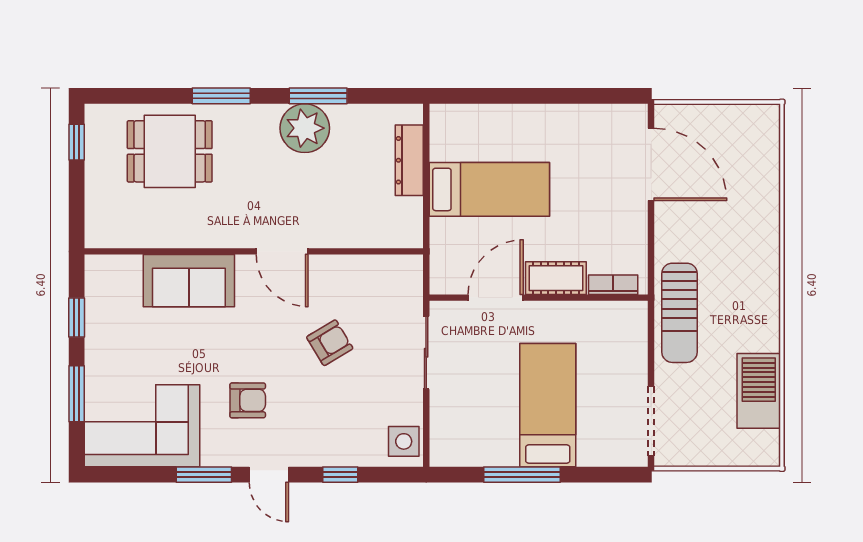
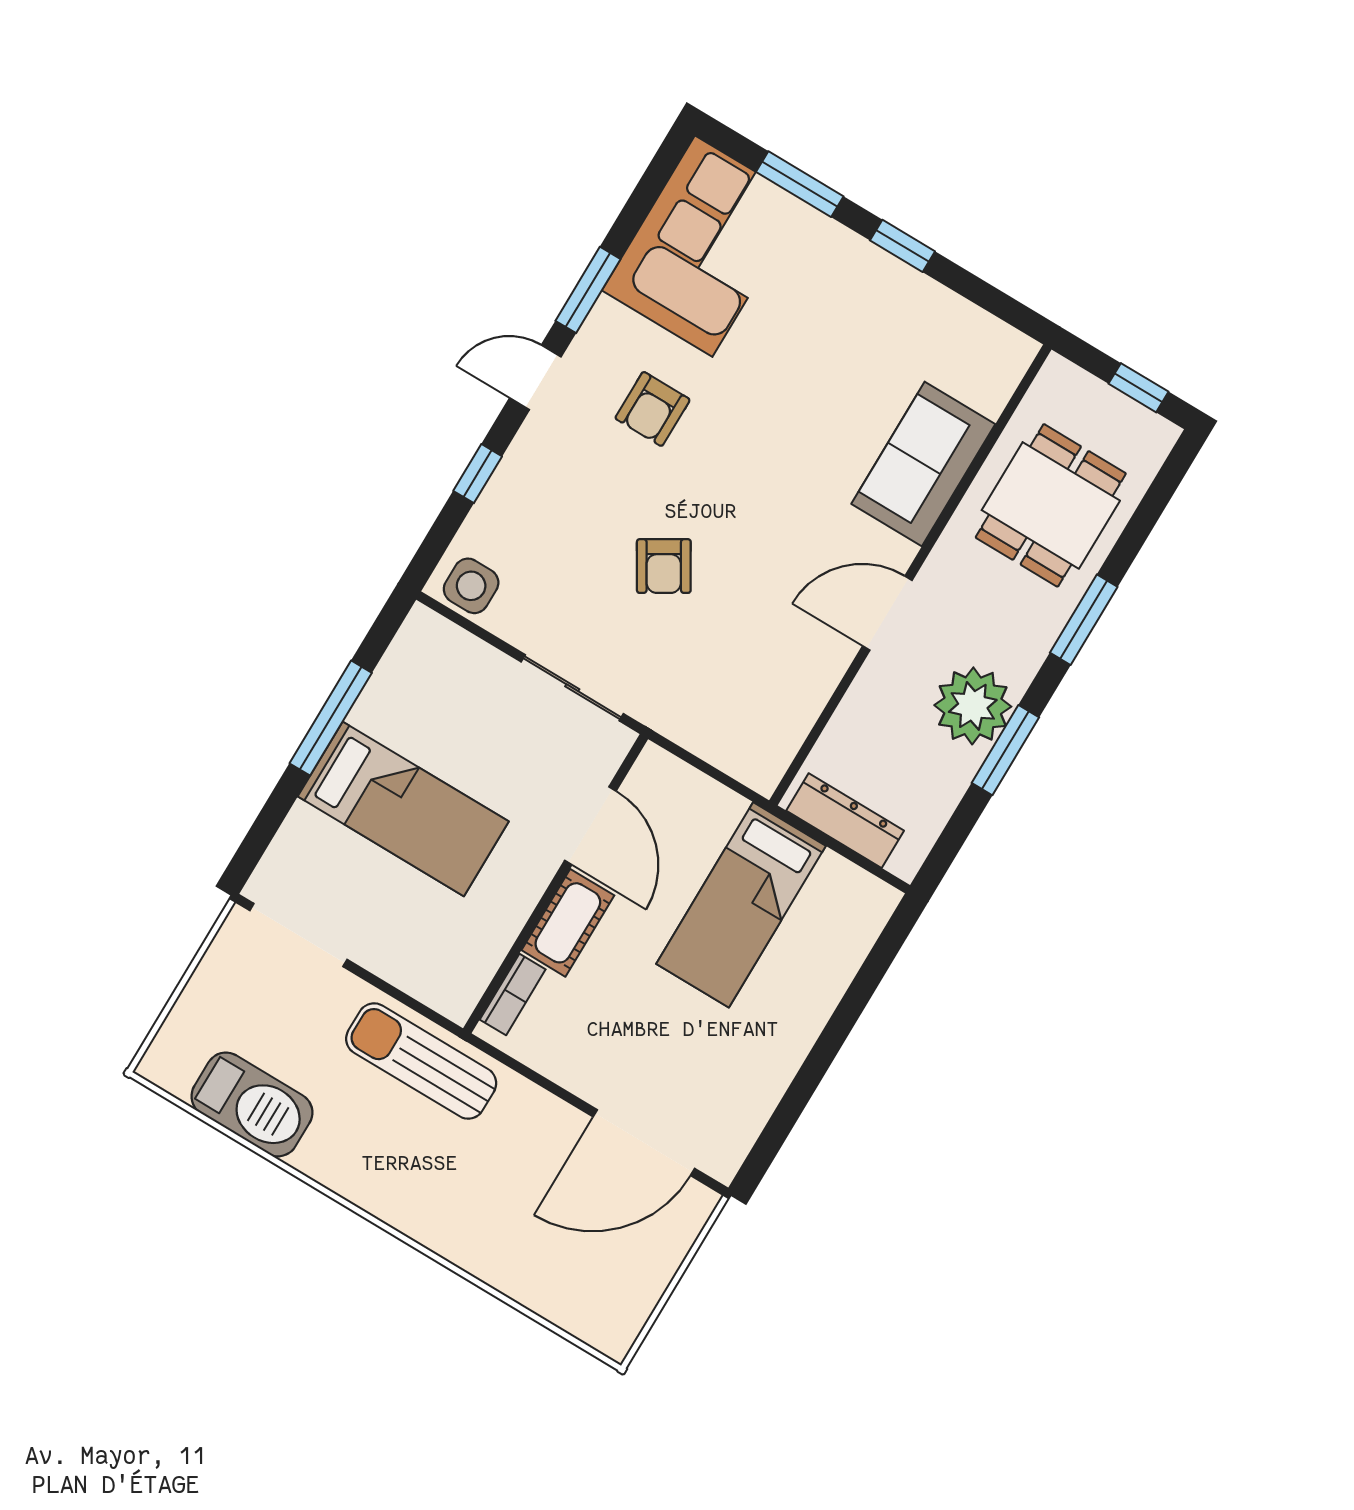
wall: (254, 251) -> (910, 575), moved
door: (282, 251) -> (887, 613), moved
sofa: (189, 281) -> (923, 464), moved

